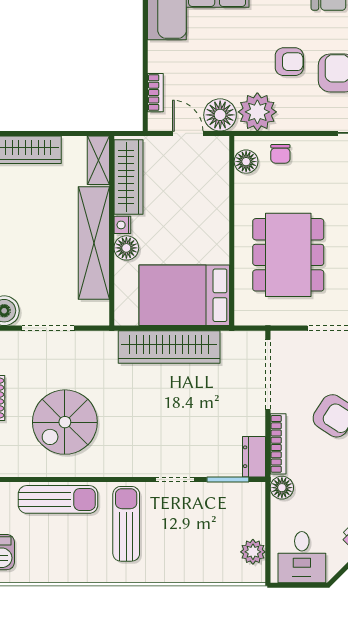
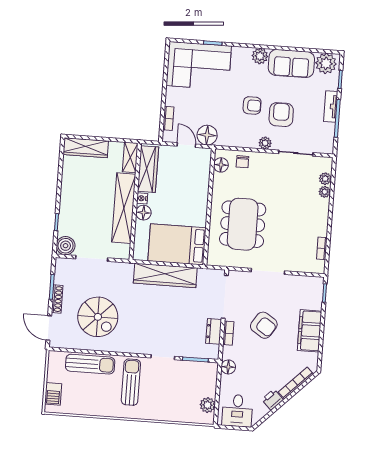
plant: (257, 112) -> (265, 143), moved, width x0.53, depth x0.53
spiral stairs: (65, 422) -> (98, 317), turned -90
bookcase: (278, 444) -> (228, 333), width x0.64
dresser: (254, 457) -> (214, 331), moved

